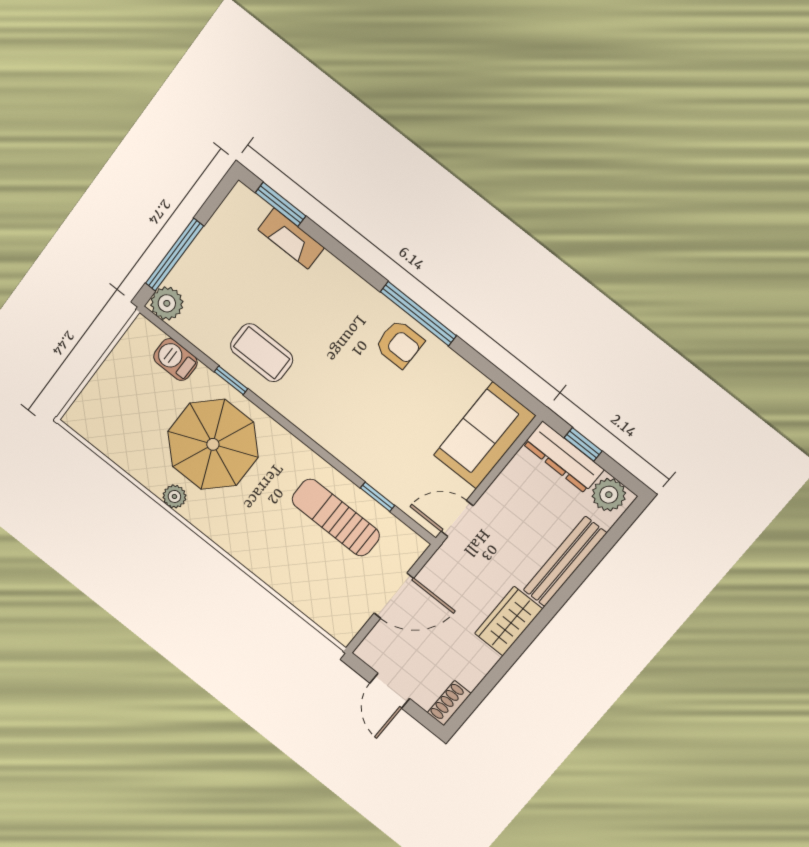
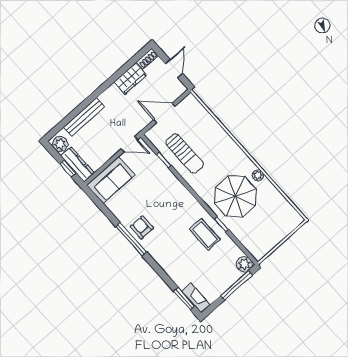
fireplace: (291, 239) -> (196, 298), moved
barbecue: (175, 359) -> (245, 238), removed
wardrobe: (509, 621) -> (130, 79), moved

